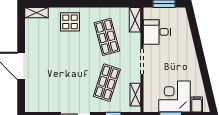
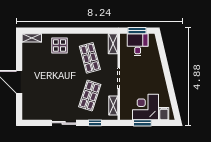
desk: (157, 32) -> (138, 45), moved, turned 90

